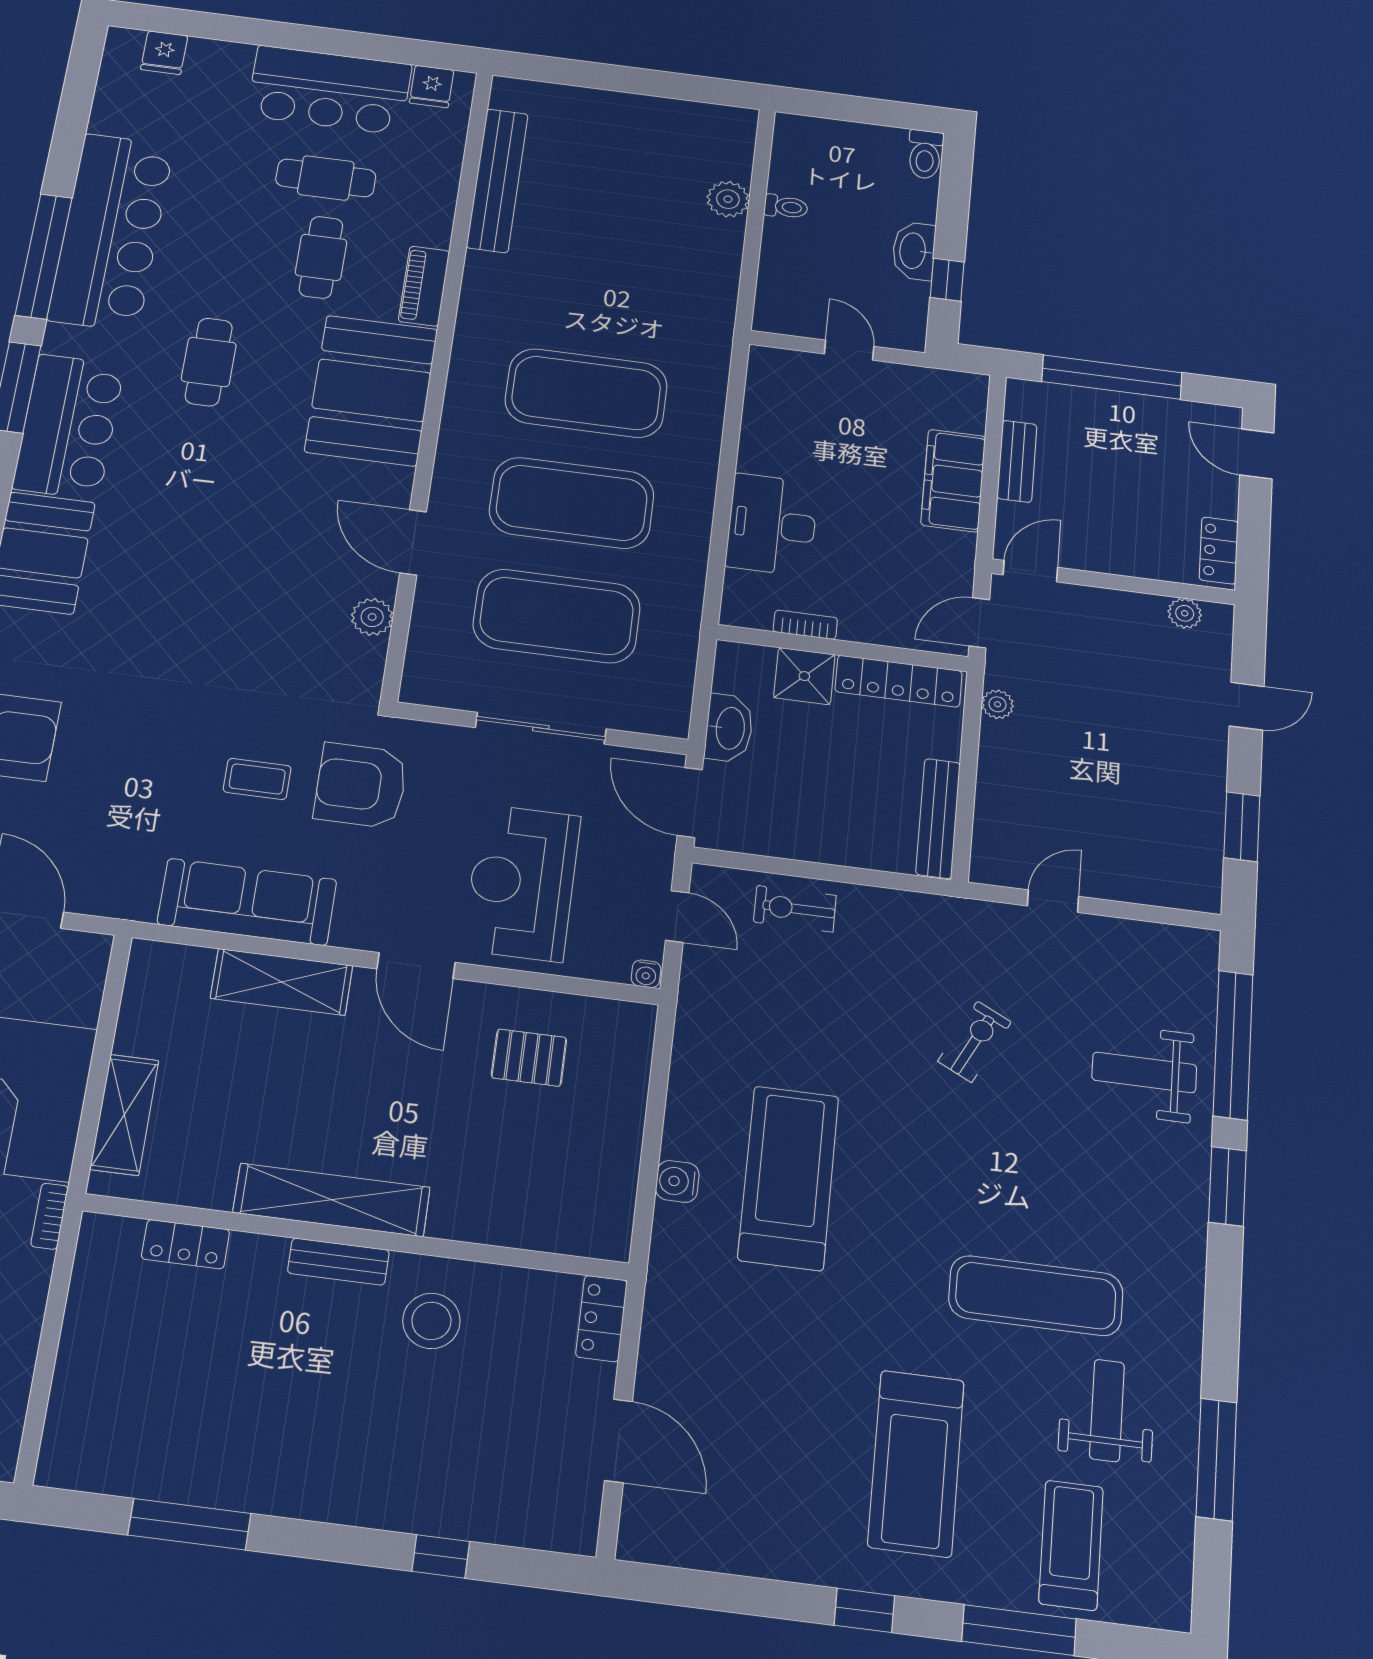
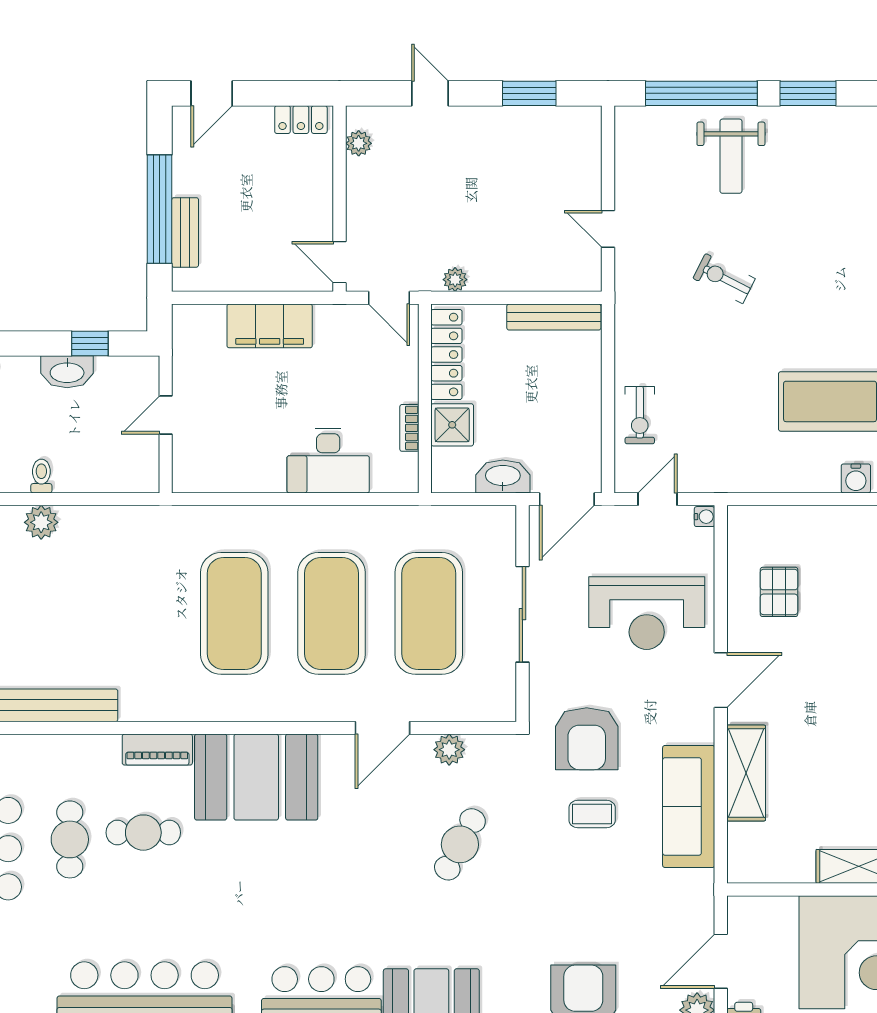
cafe table: (209, 362) -> (460, 844), moved, turned -62
bench: (1017, 461) -> (185, 232), moved, turned 90
coffee table: (257, 779) -> (592, 814), turned 90

